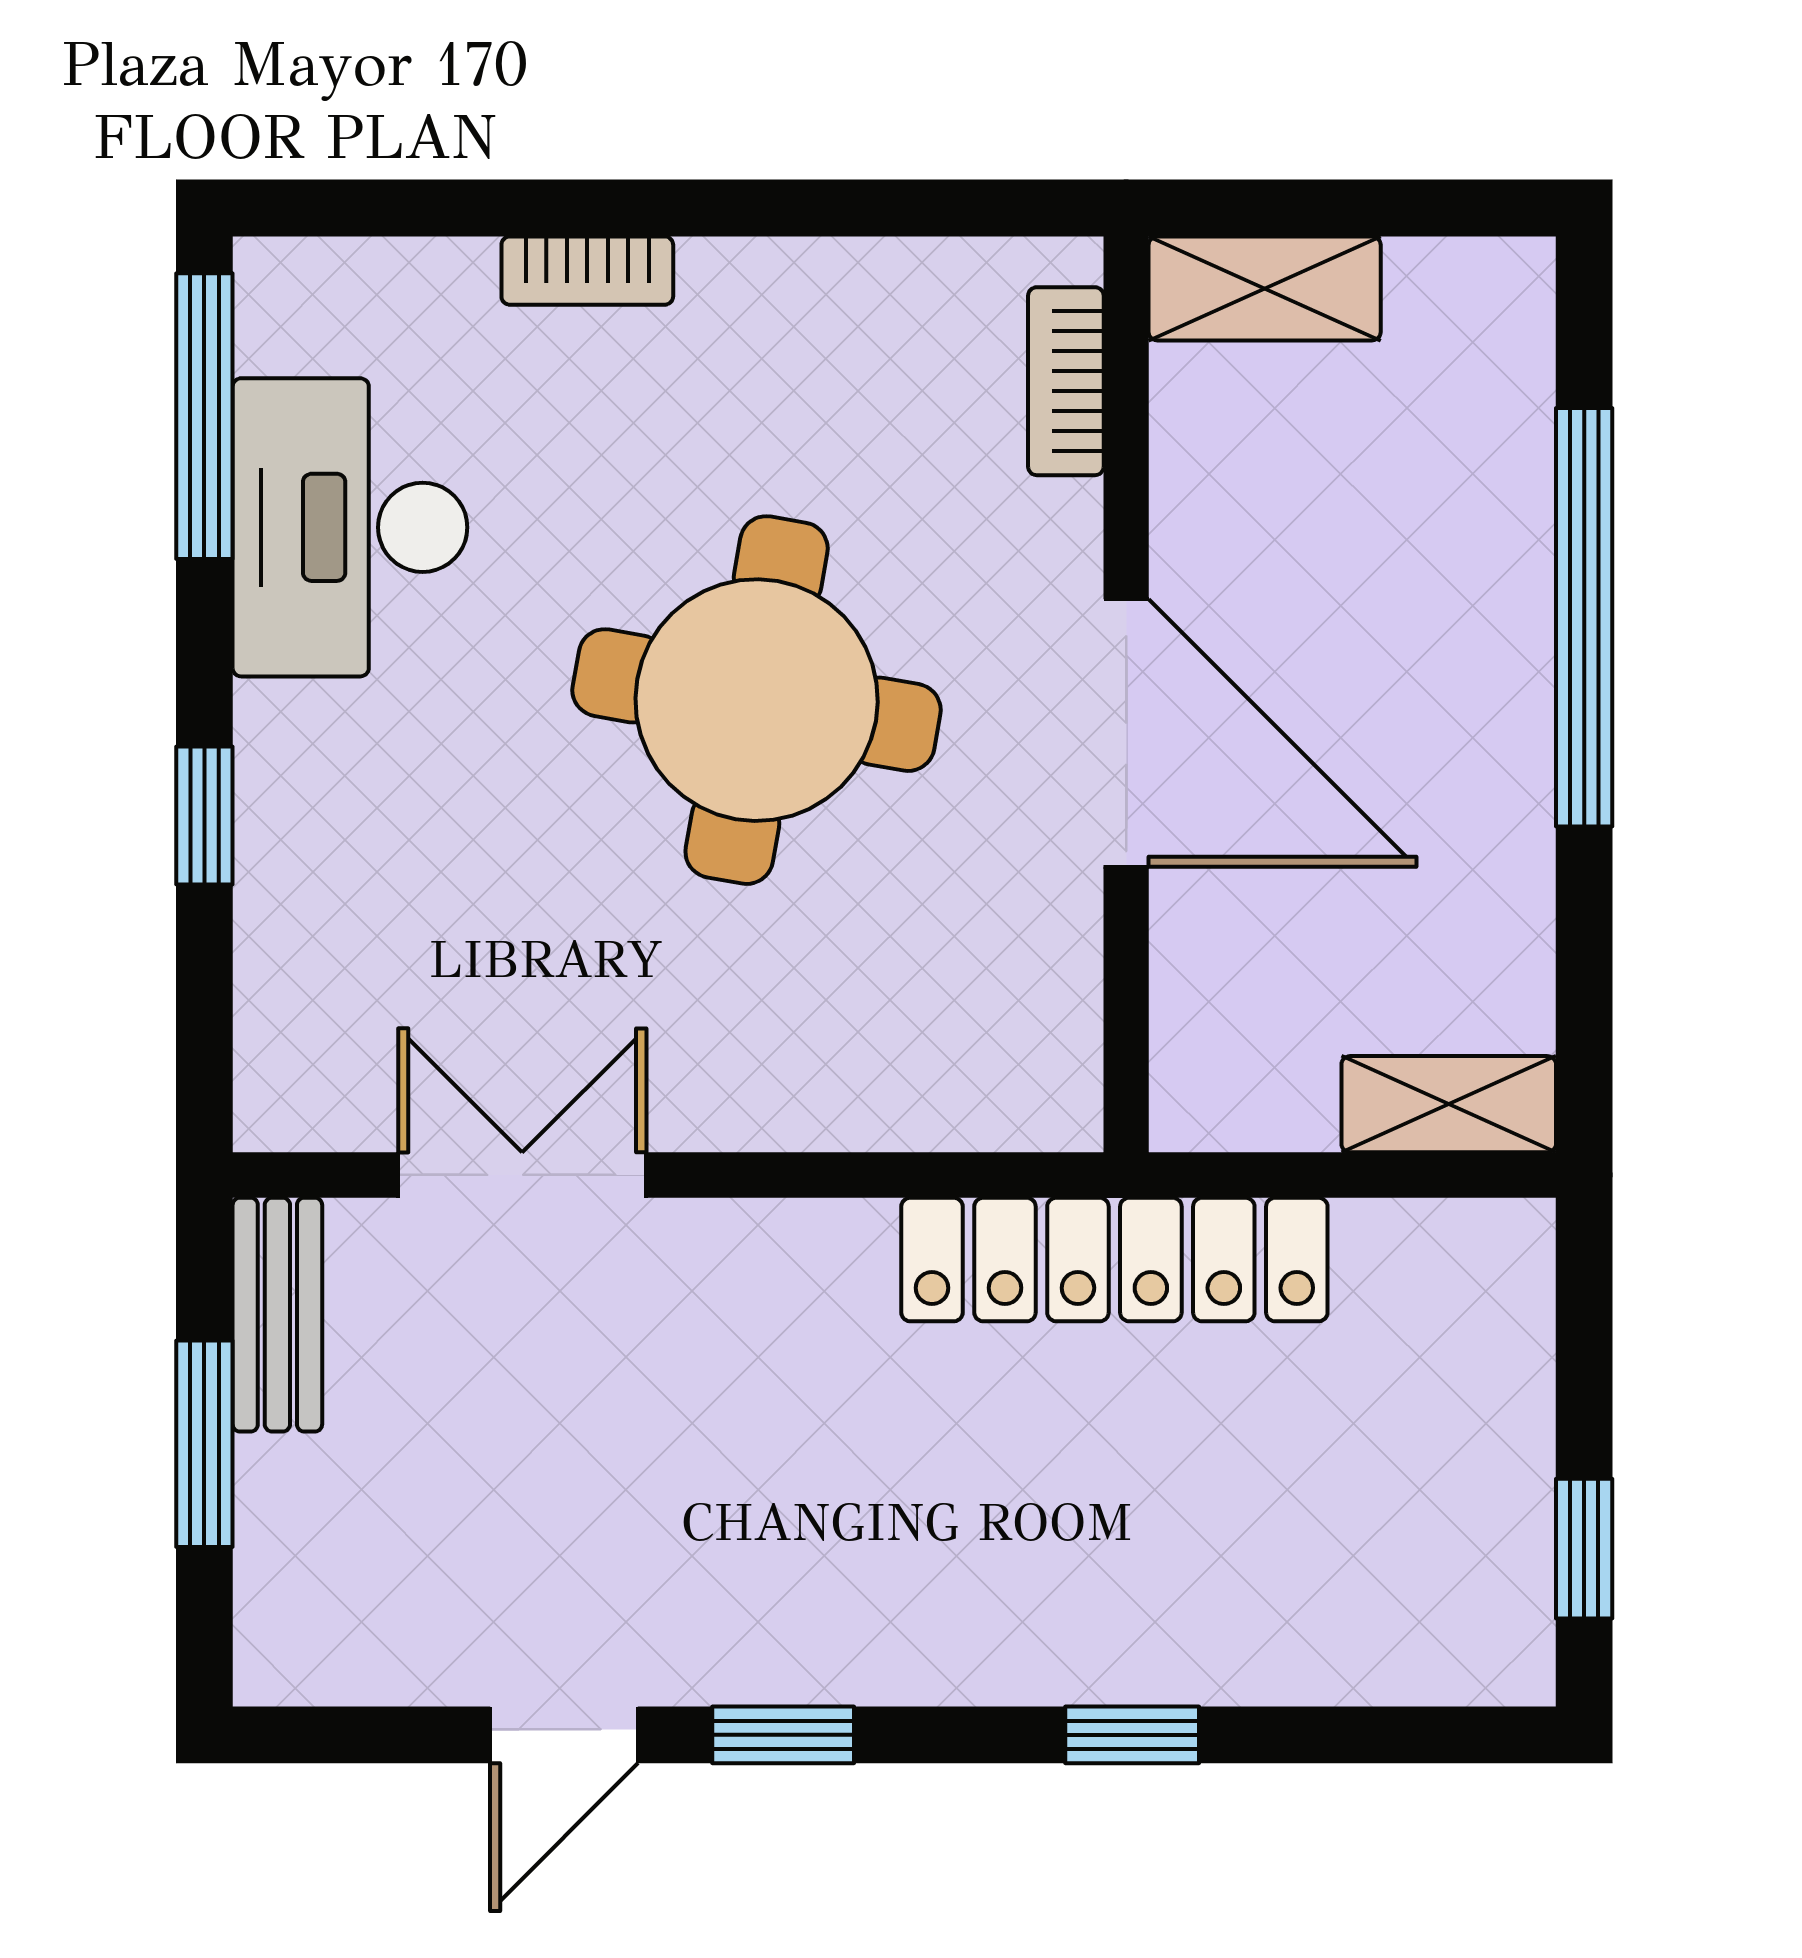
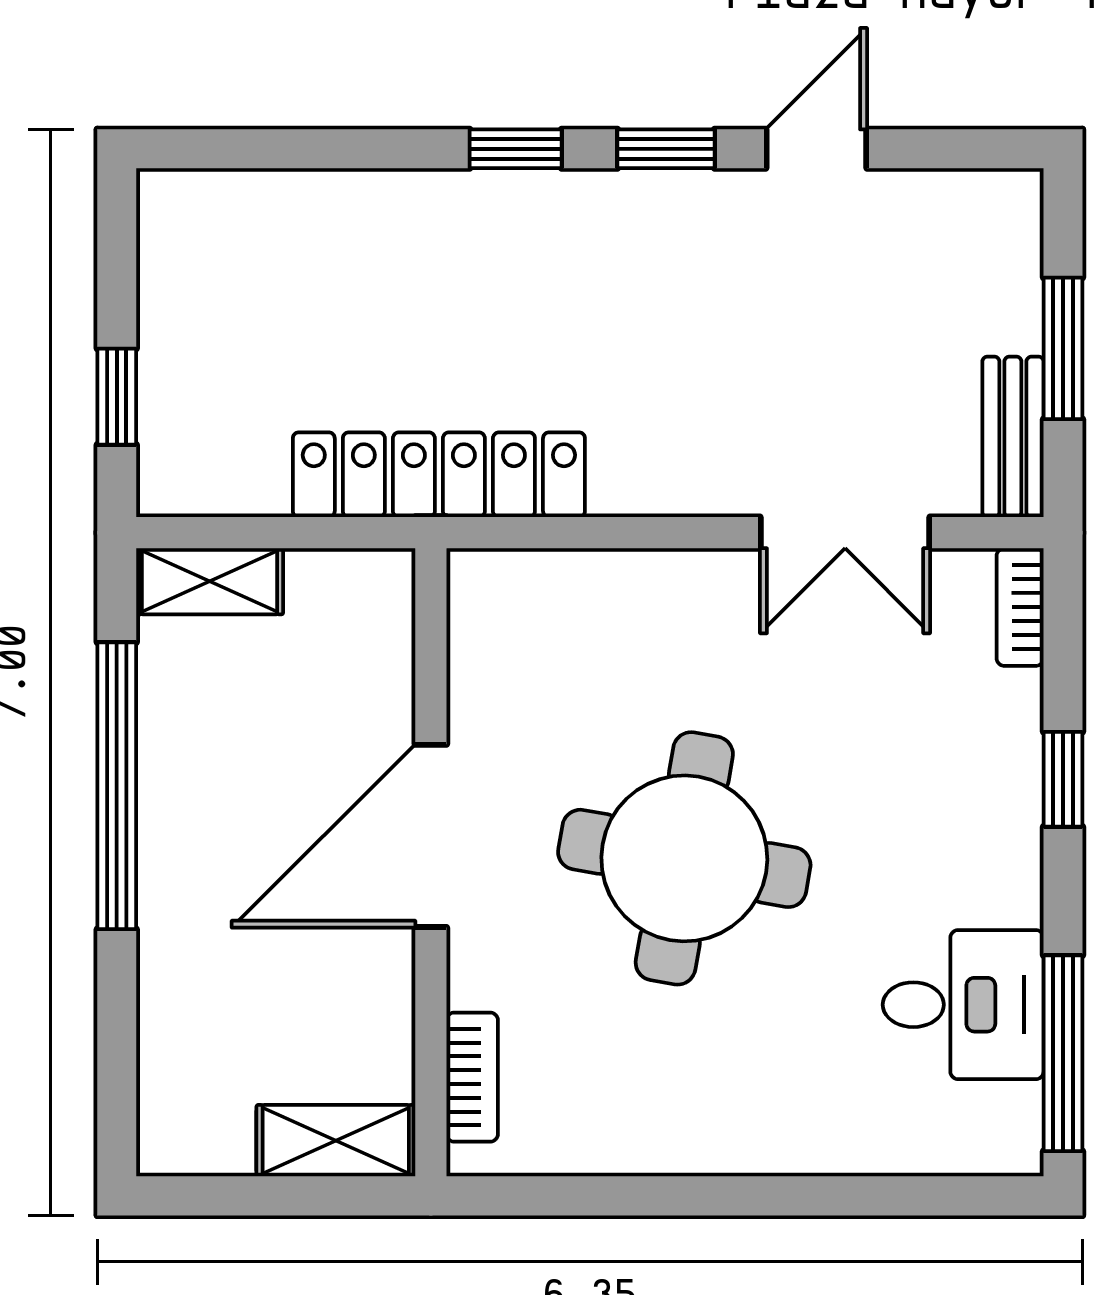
bookcase: (587, 271) -> (1020, 607), moved, turned -90
desk: (350, 527) -> (963, 1005), width x0.73
window: (1584, 617) -> (117, 786), moved
door: (1126, 733) -> (431, 836), hinge flipped
window: (1584, 1549) -> (117, 397), moved
window: (1132, 1735) -> (516, 149), moved

